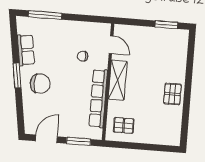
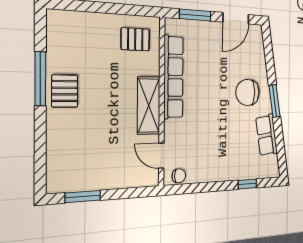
window: (45, 15) -> (247, 184), width x0.46
chair: (83, 56) -> (179, 176), moved
window: (187, 103) -> (40, 79), added

